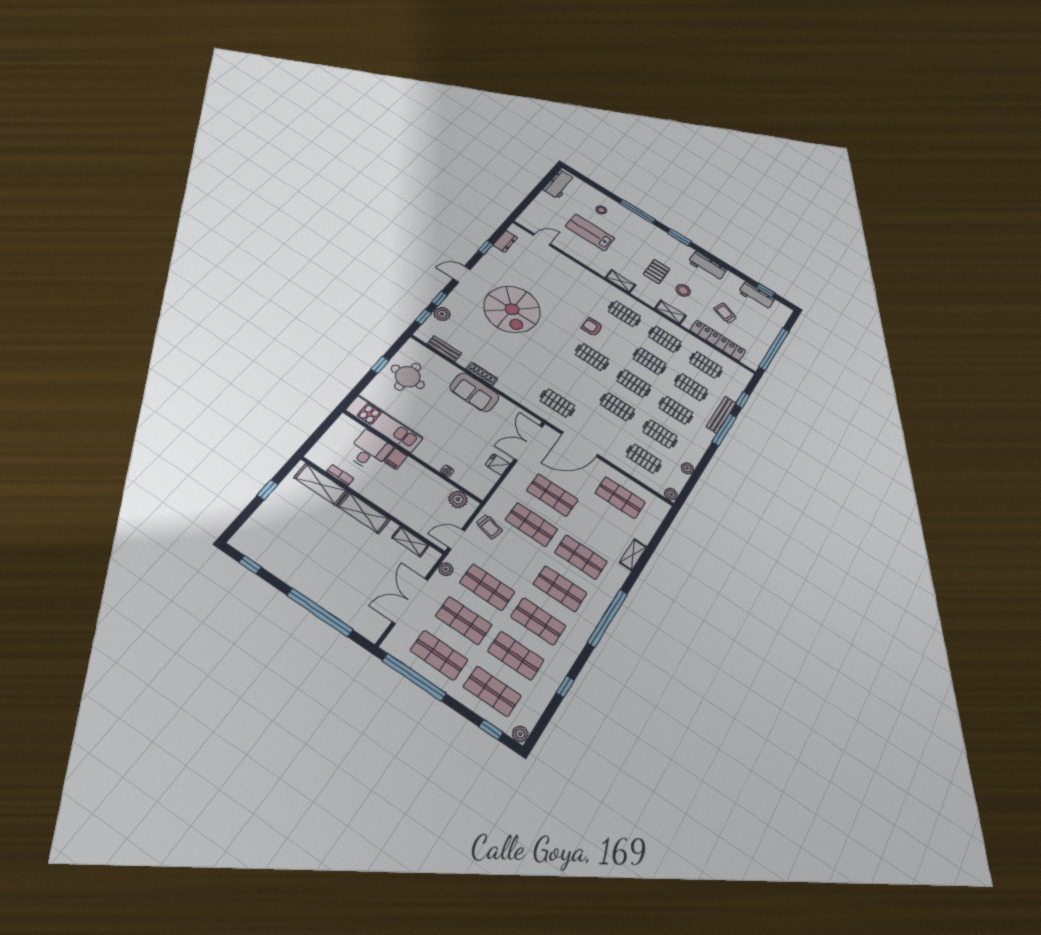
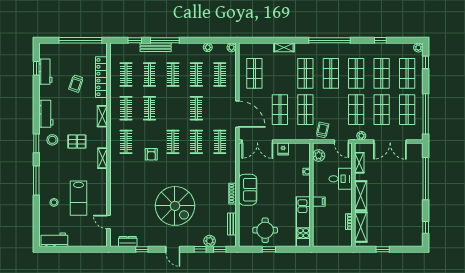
stool: (683, 290) -> (52, 140), moved
spiral stairs: (512, 309) -> (175, 206), turned 90
clothes rail: (634, 384) -> (196, 142), moved
desk: (369, 450) -> (341, 179), moved, turned 180

